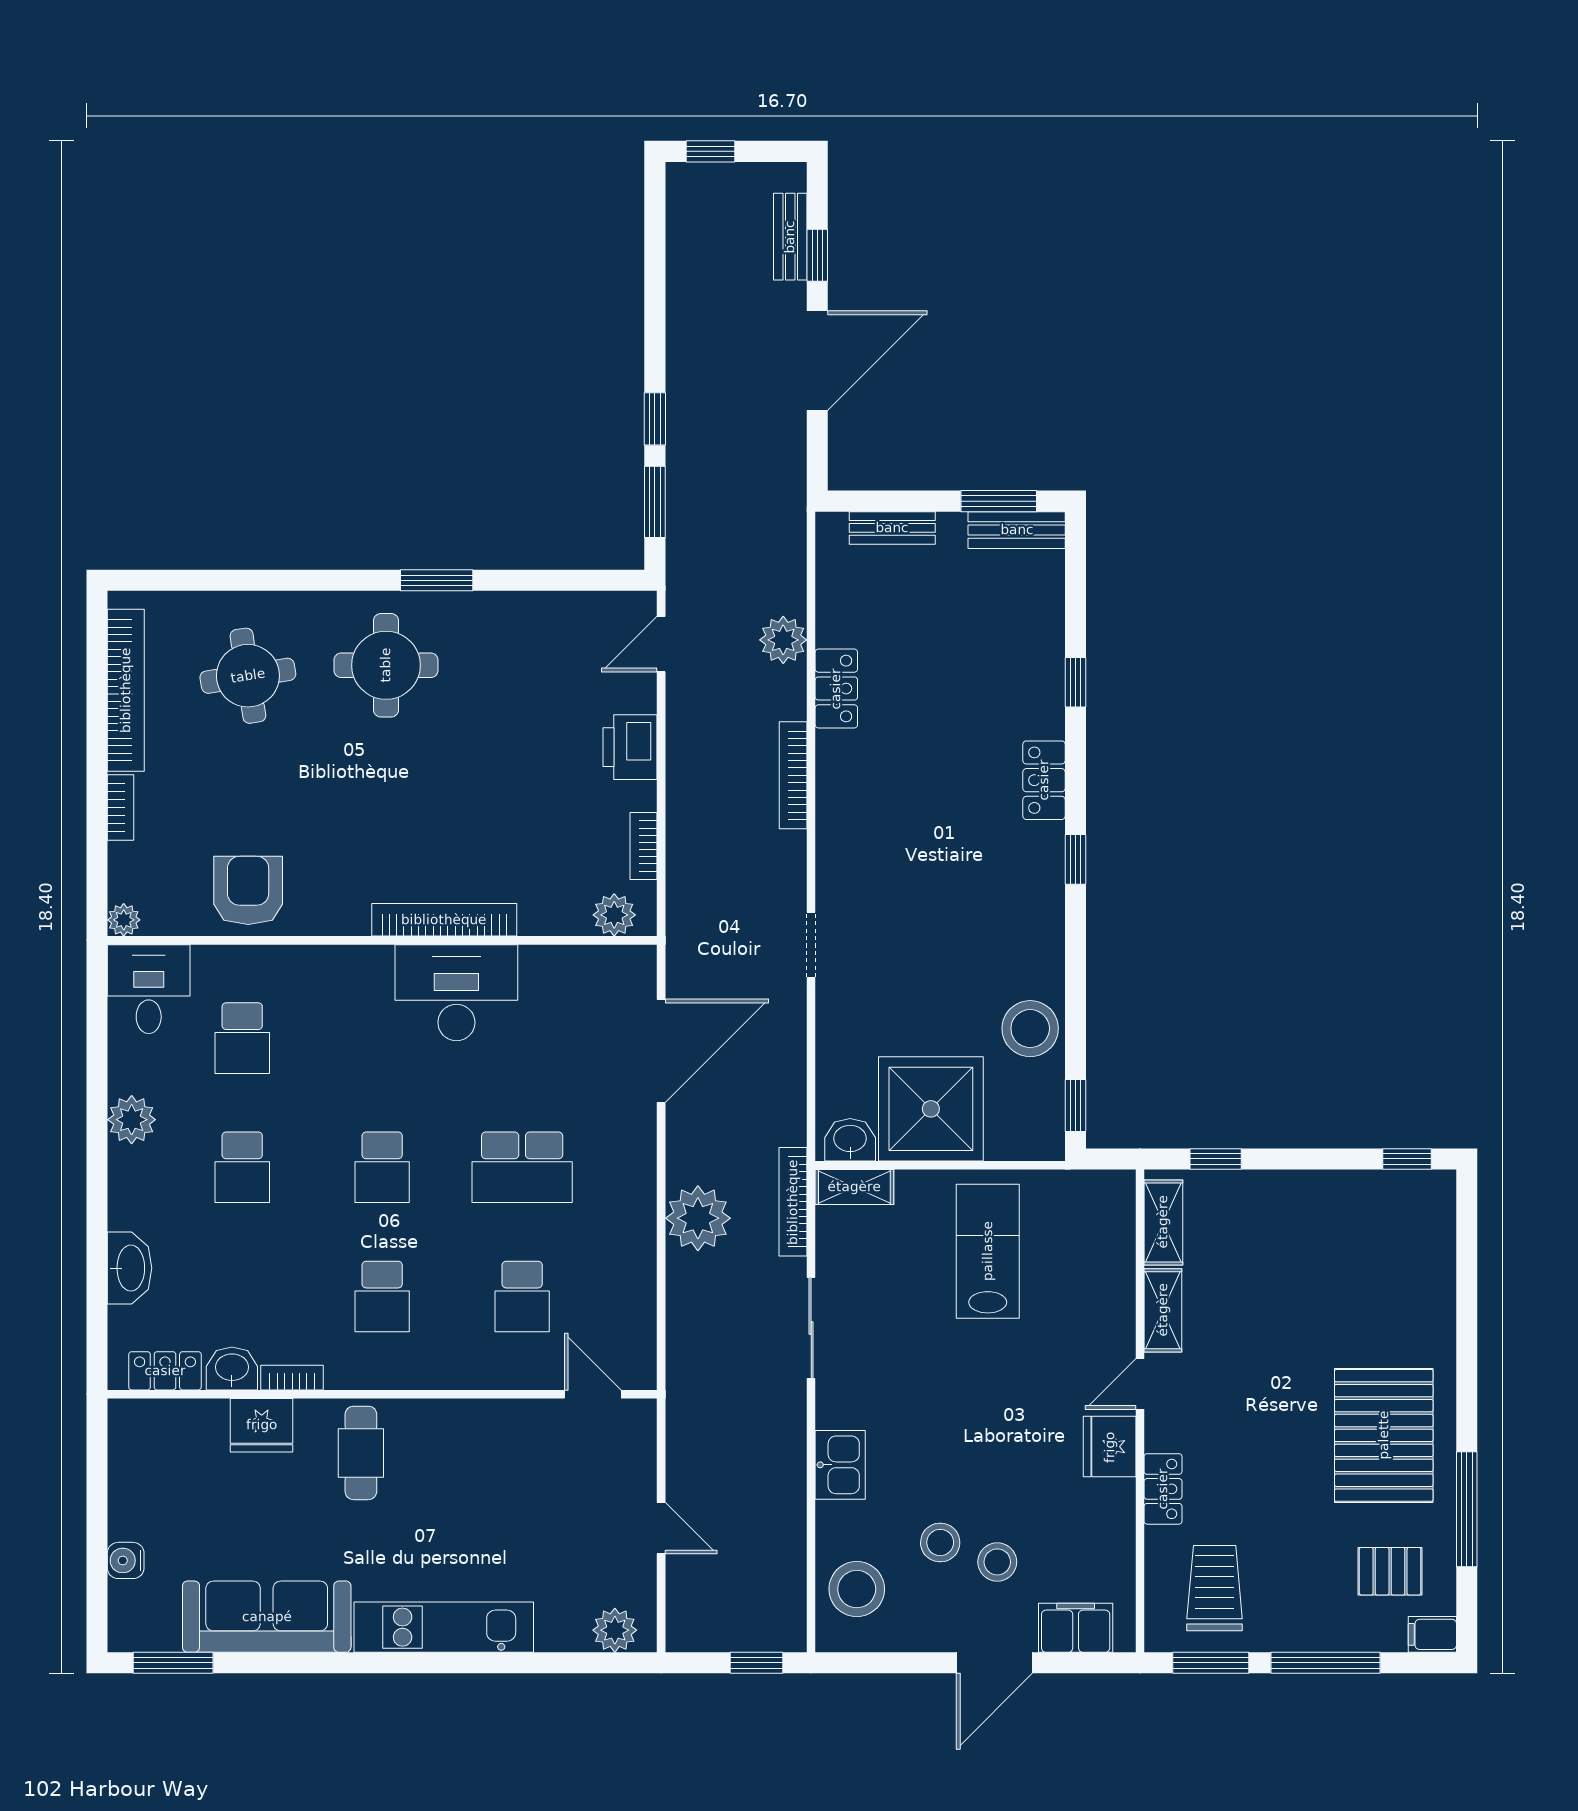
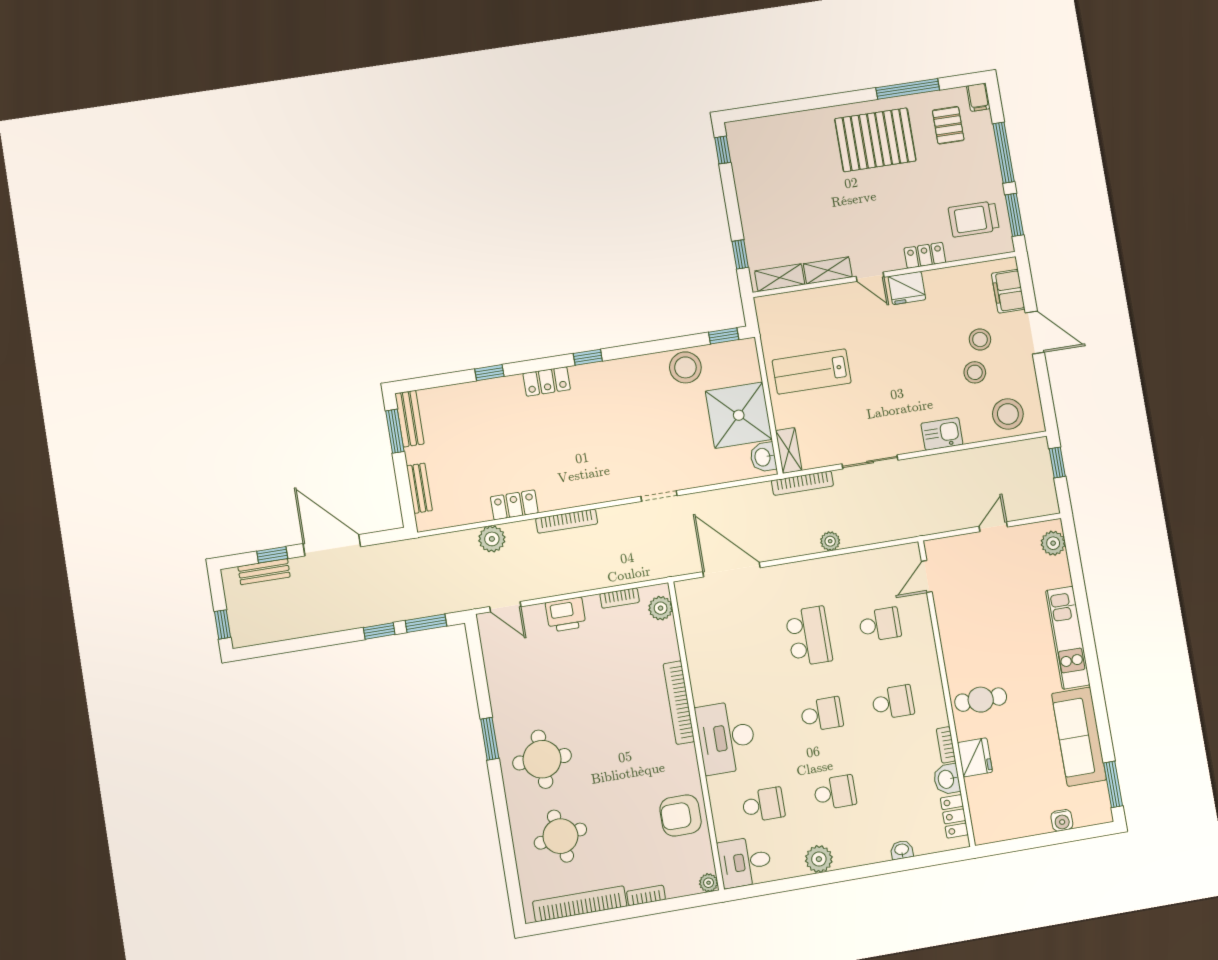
desk: (456, 993) -> (726, 737), moved
plant: (698, 1218) -> (830, 541), width x0.53, depth x0.53
washbasin: (129, 1268) -> (902, 850), width x0.52, depth x0.69

